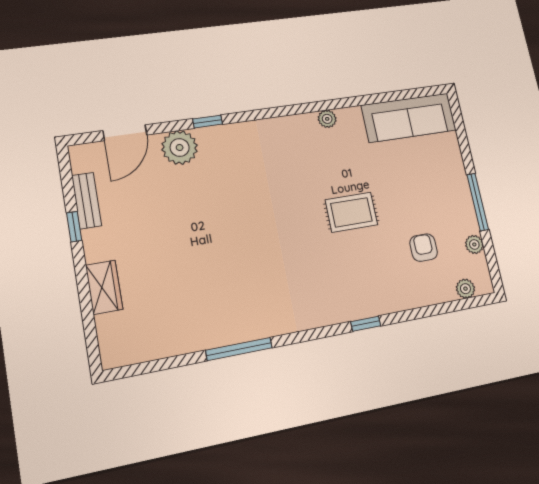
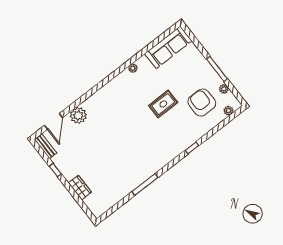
window: (208, 122) -> (84, 98), removed
bench: (87, 201) -> (46, 146), moved
armchair: (424, 248) -> (202, 102), width x1.88, depth x1.88

